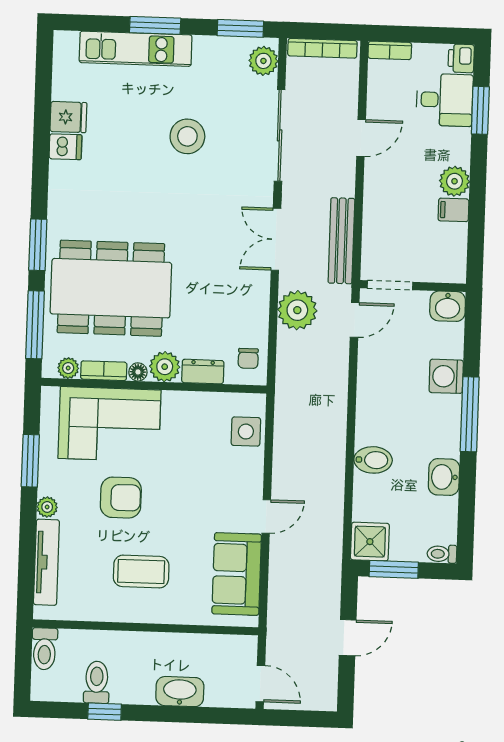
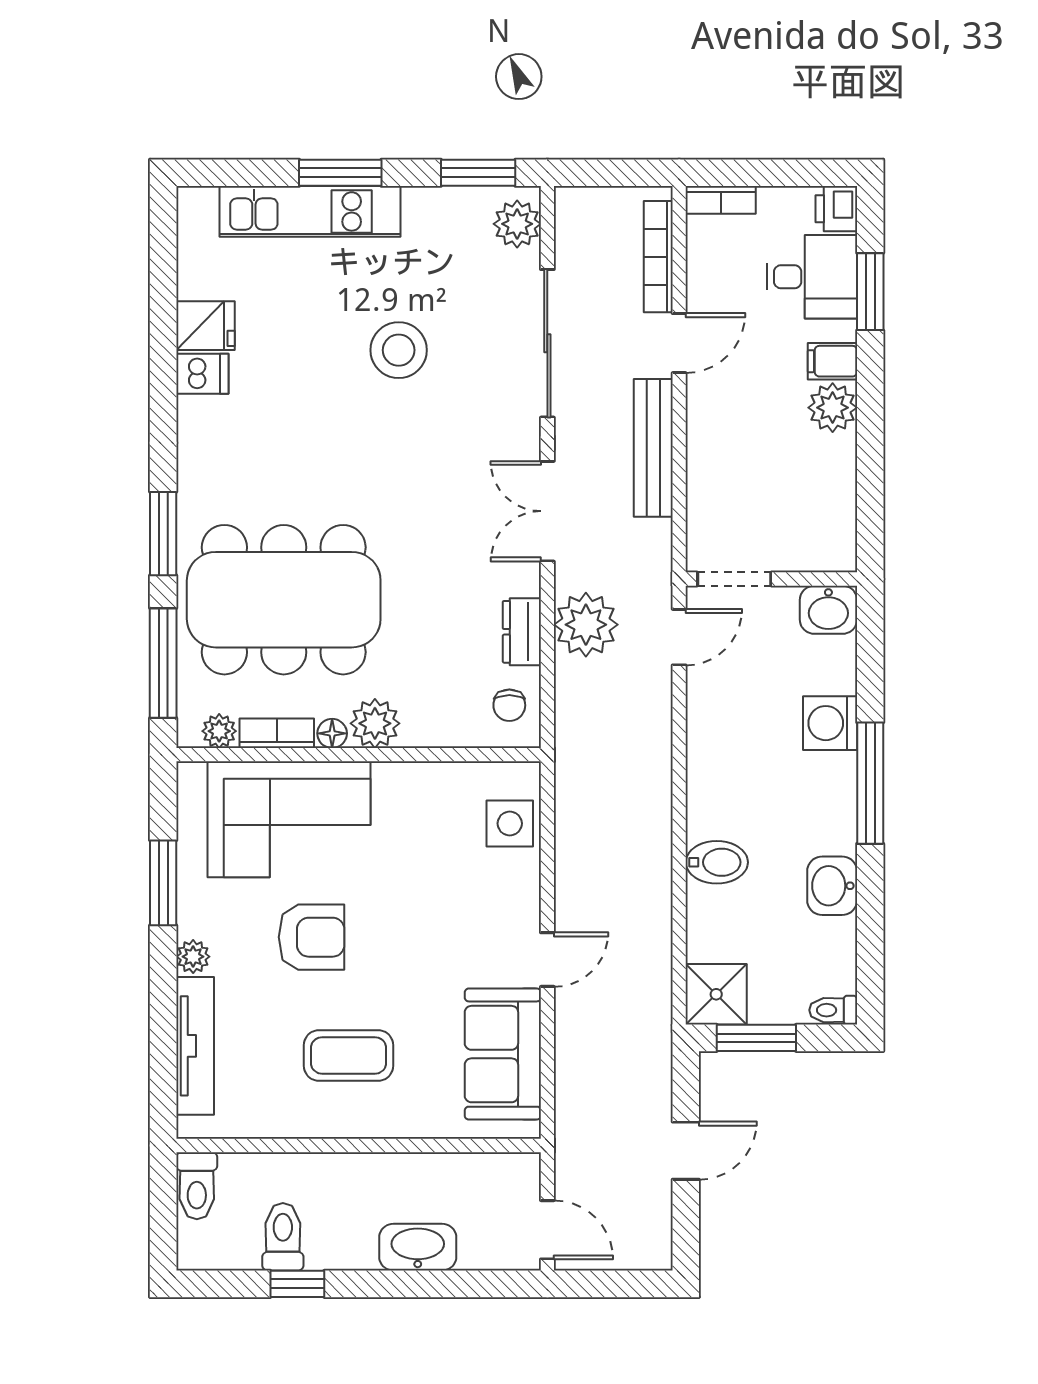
bookcase: (322, 48) -> (658, 257), moved, turned 90
filing cabinet: (453, 210) -> (832, 361), moved
bench: (341, 241) -> (653, 448), moved
dresser: (203, 372) -> (522, 632), moved, turned -90

